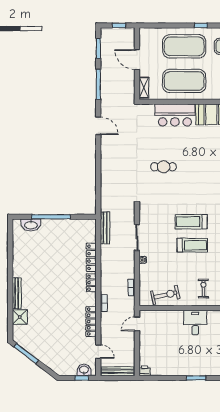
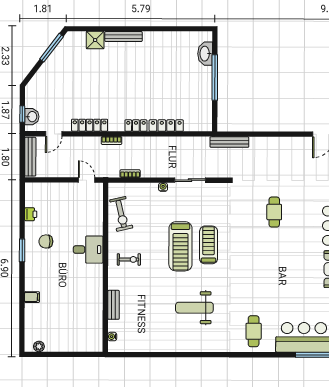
bench: (105, 228) -> (229, 142), moved
treadmill: (192, 245) -> (180, 246), width x1.37, depth x1.38
chair: (189, 358) -> (46, 241), added
printer: (145, 371) -> (31, 214), moved

